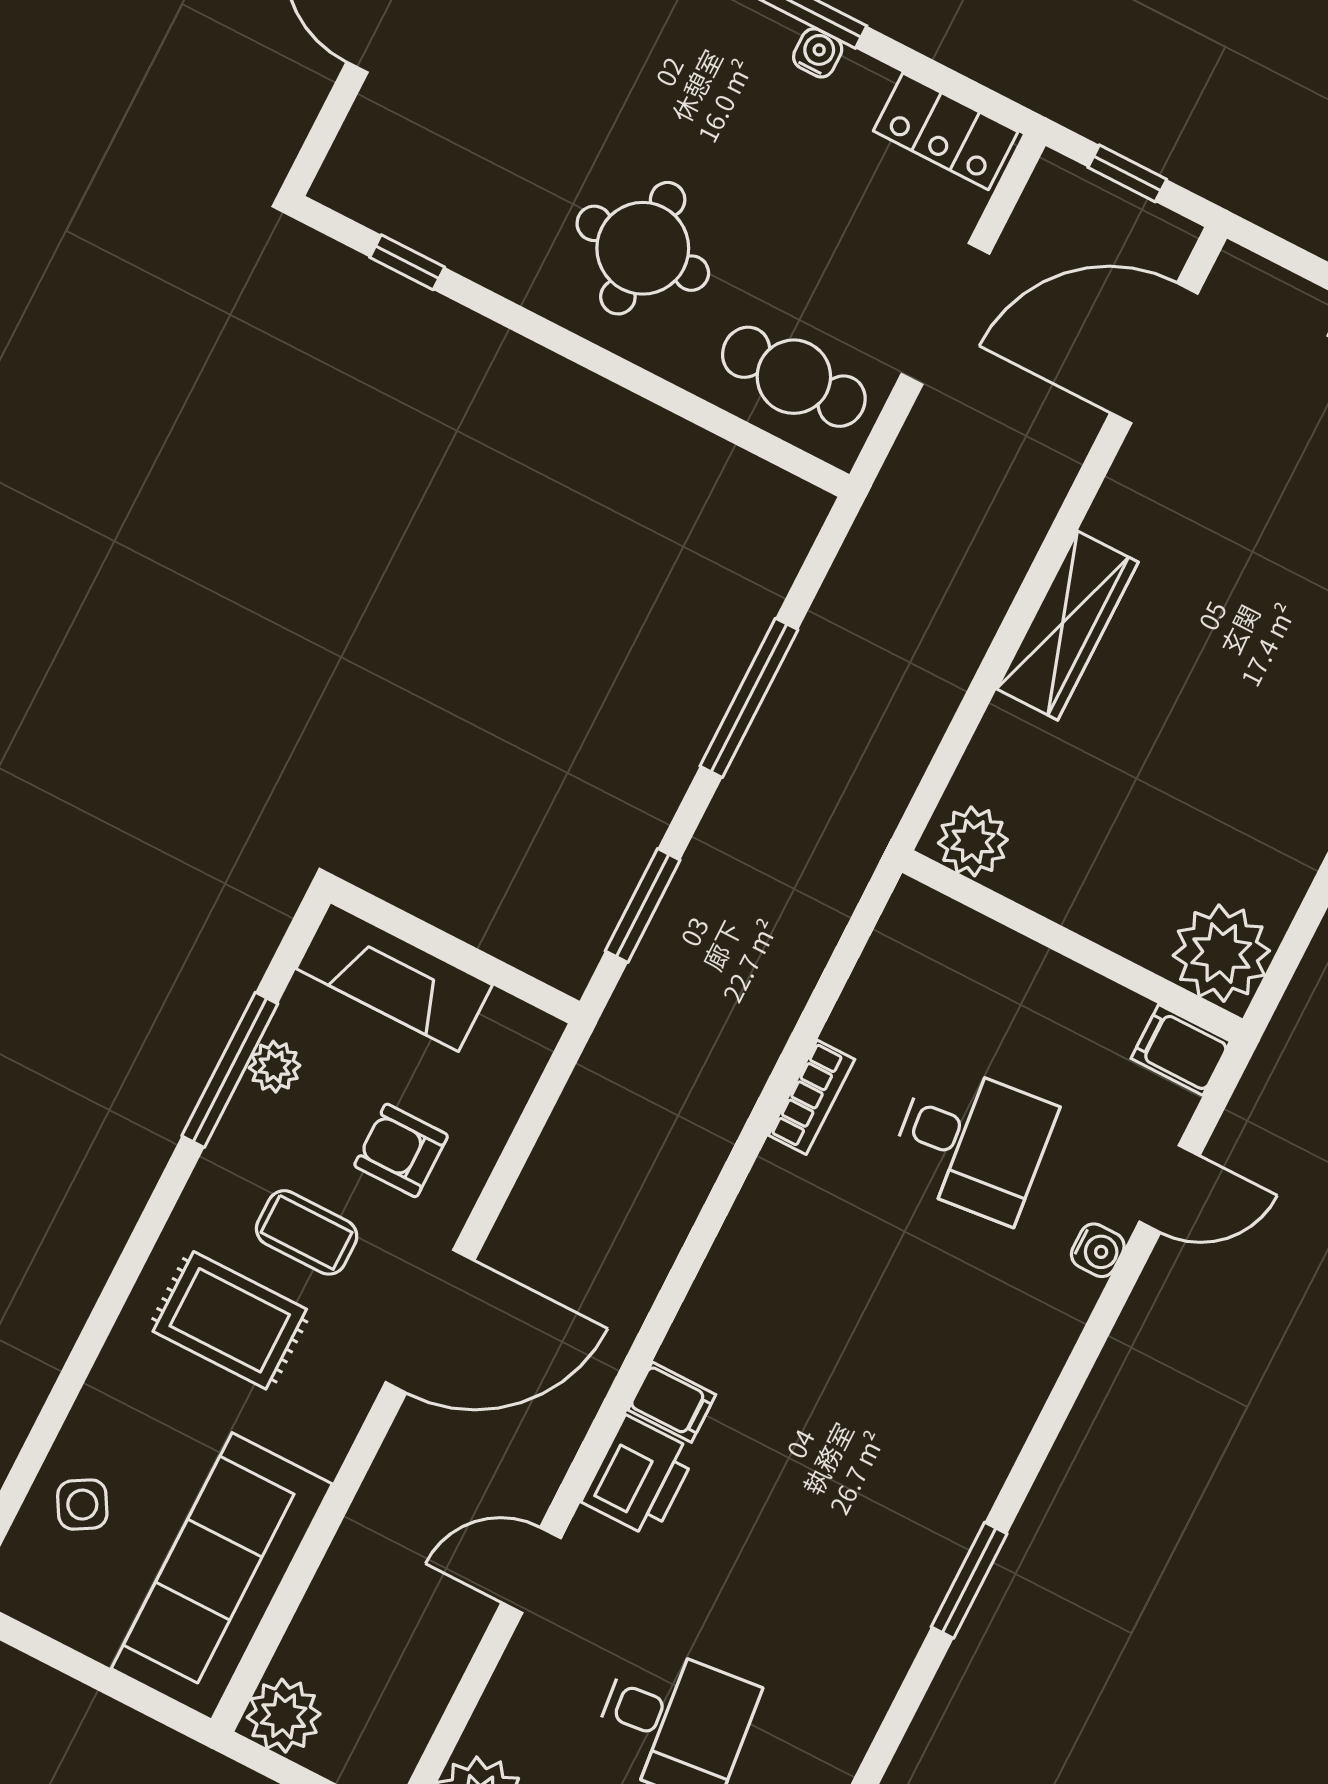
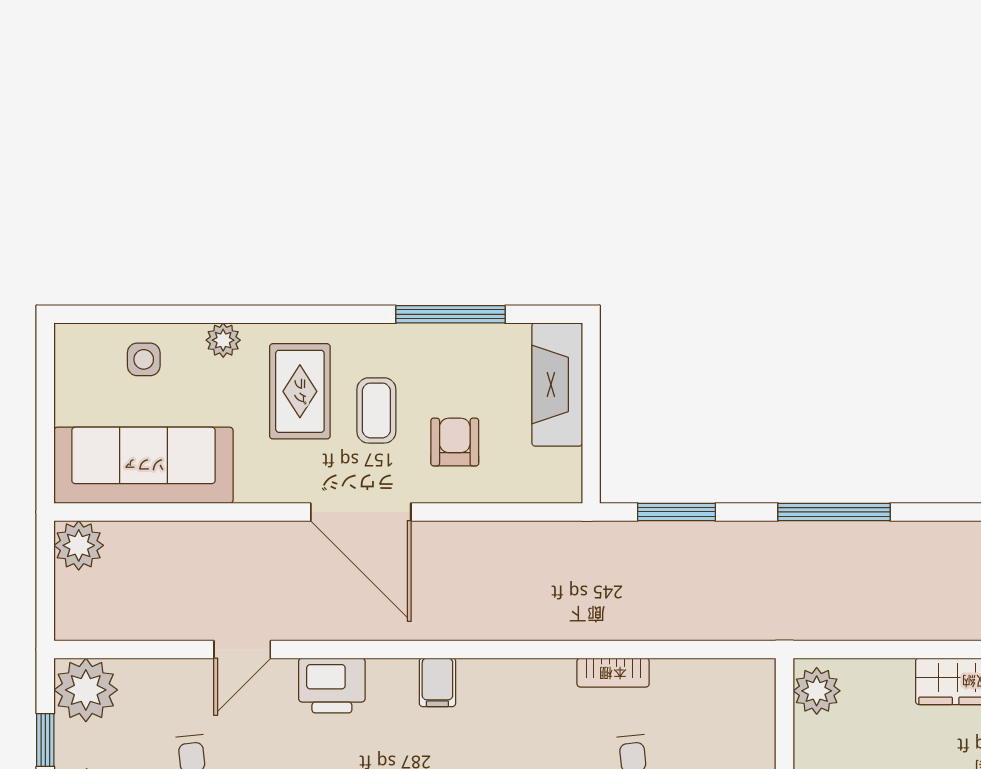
plant: (275, 1067) -> (223, 340), moved
filing cabinet: (672, 1402) -> (437, 682), moved
side table: (82, 1505) -> (144, 359), turned 30
door: (531, 1570) -> (242, 650), swing flipped

